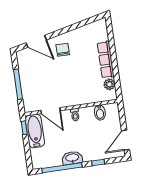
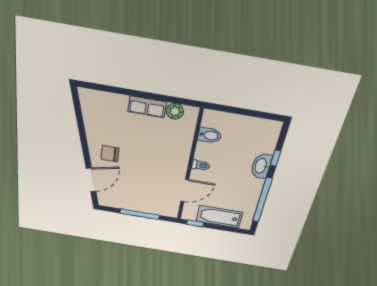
row of seats: (106, 60) -> (147, 107), width x0.68
bathtub: (35, 131) -> (219, 217), moved
door: (126, 140) -> (261, 115), removed
washbasin: (72, 158) -> (261, 166), moved

